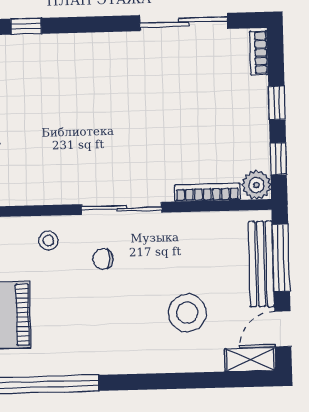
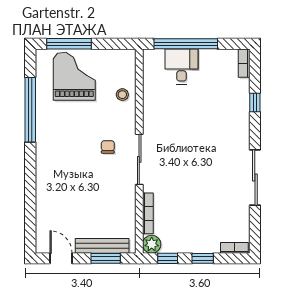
sliding door: (184, 22) -> (255, 178), moved
stool: (48, 241) -> (122, 95), moved
window: (281, 258) -> (106, 258), width x0.69
stool: (187, 313) -> (73, 199), removed
shelving: (250, 360) -> (42, 237), removed

